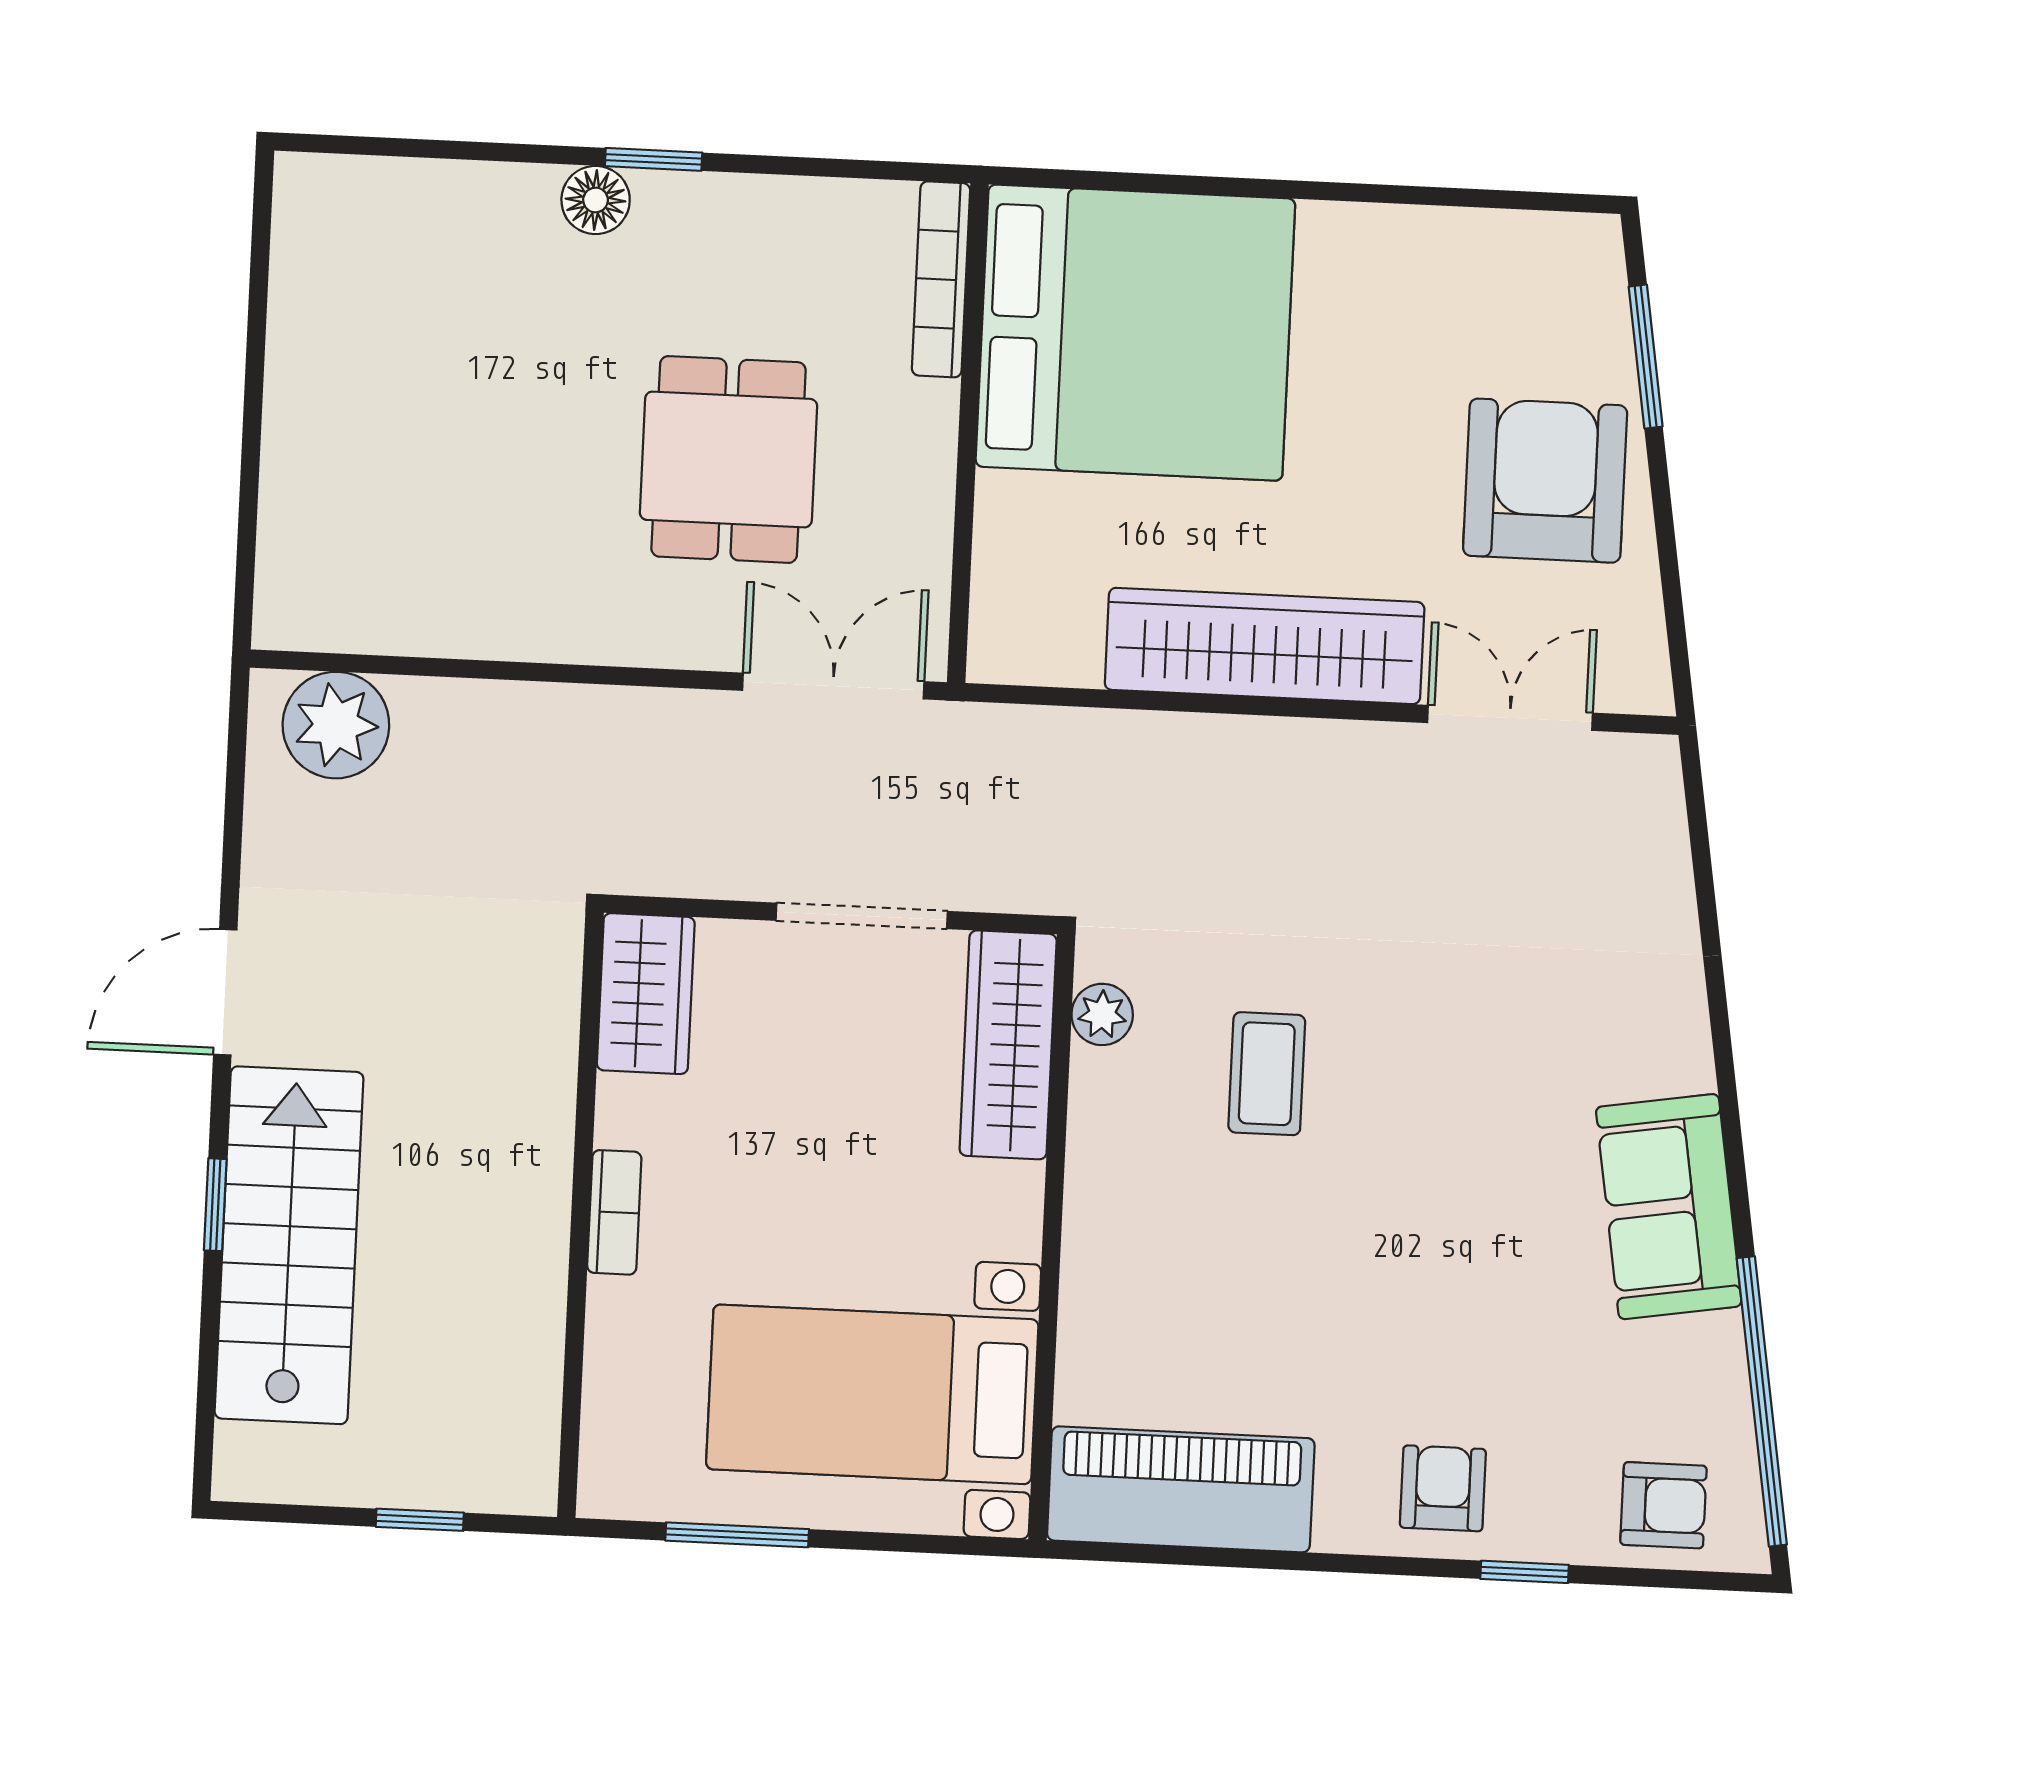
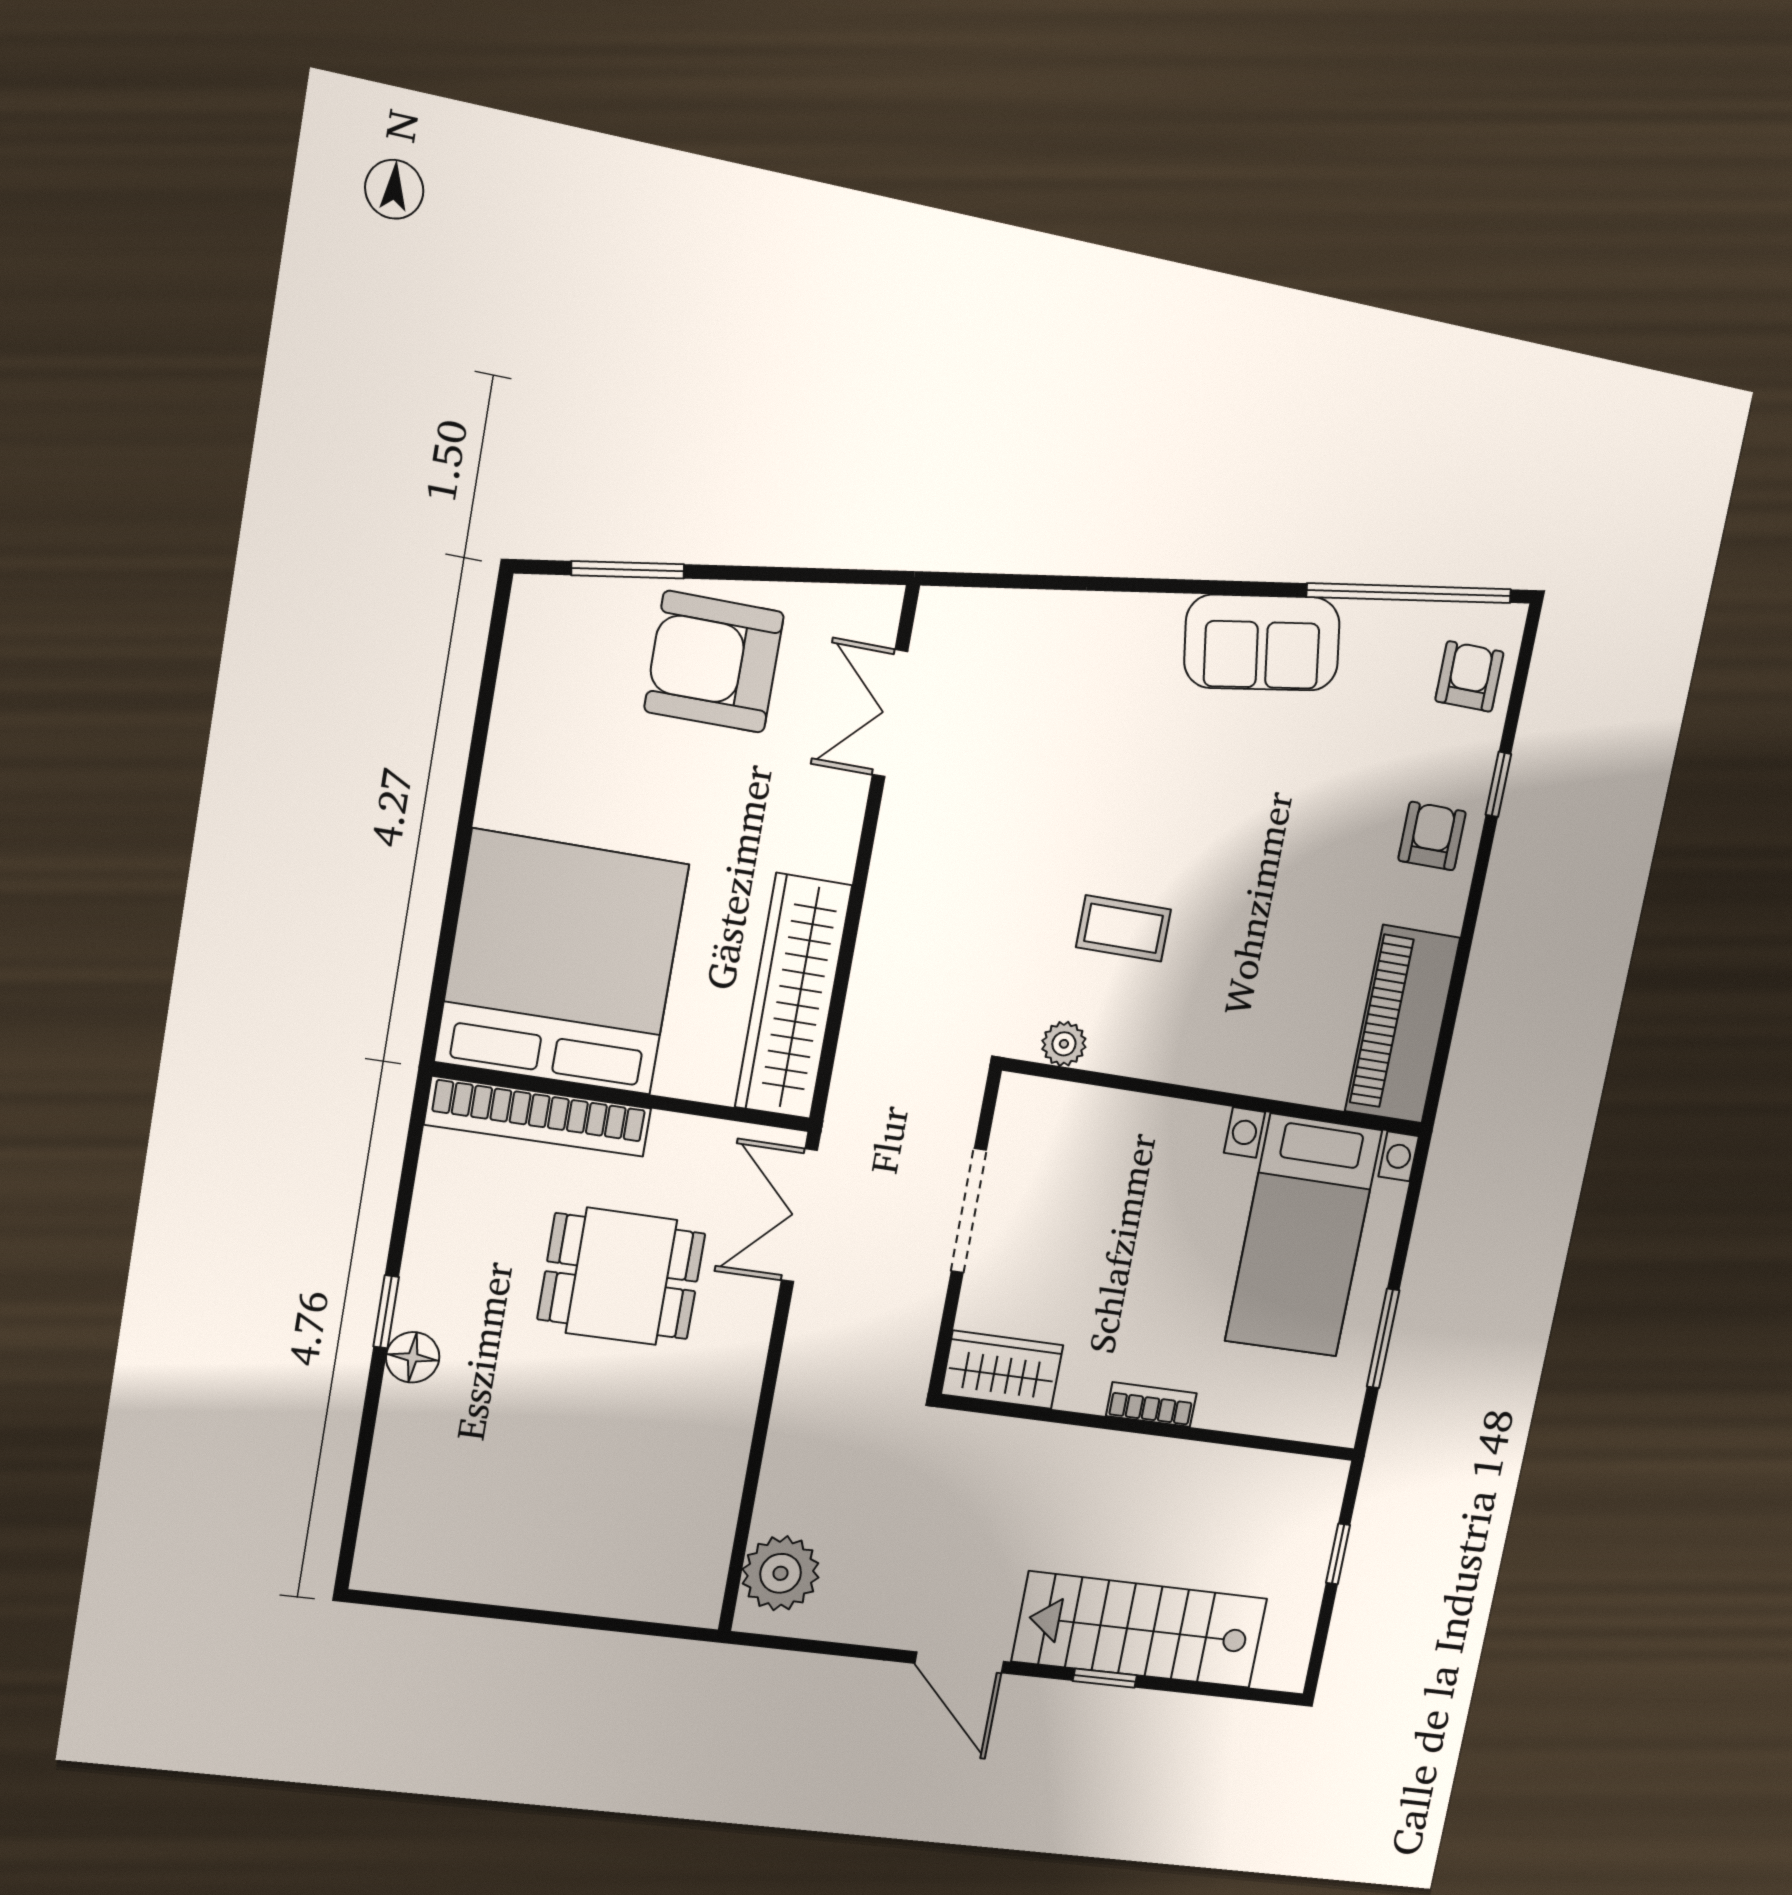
bookcase: (941, 279) -> (538, 1117), width x1.48, depth x1.31
wardrobe: (1265, 646) -> (793, 996), moved
wardrobe: (1008, 1045) -> (1076, 1114), removed
armchair: (1443, 1488) -> (1432, 836), turned 90

